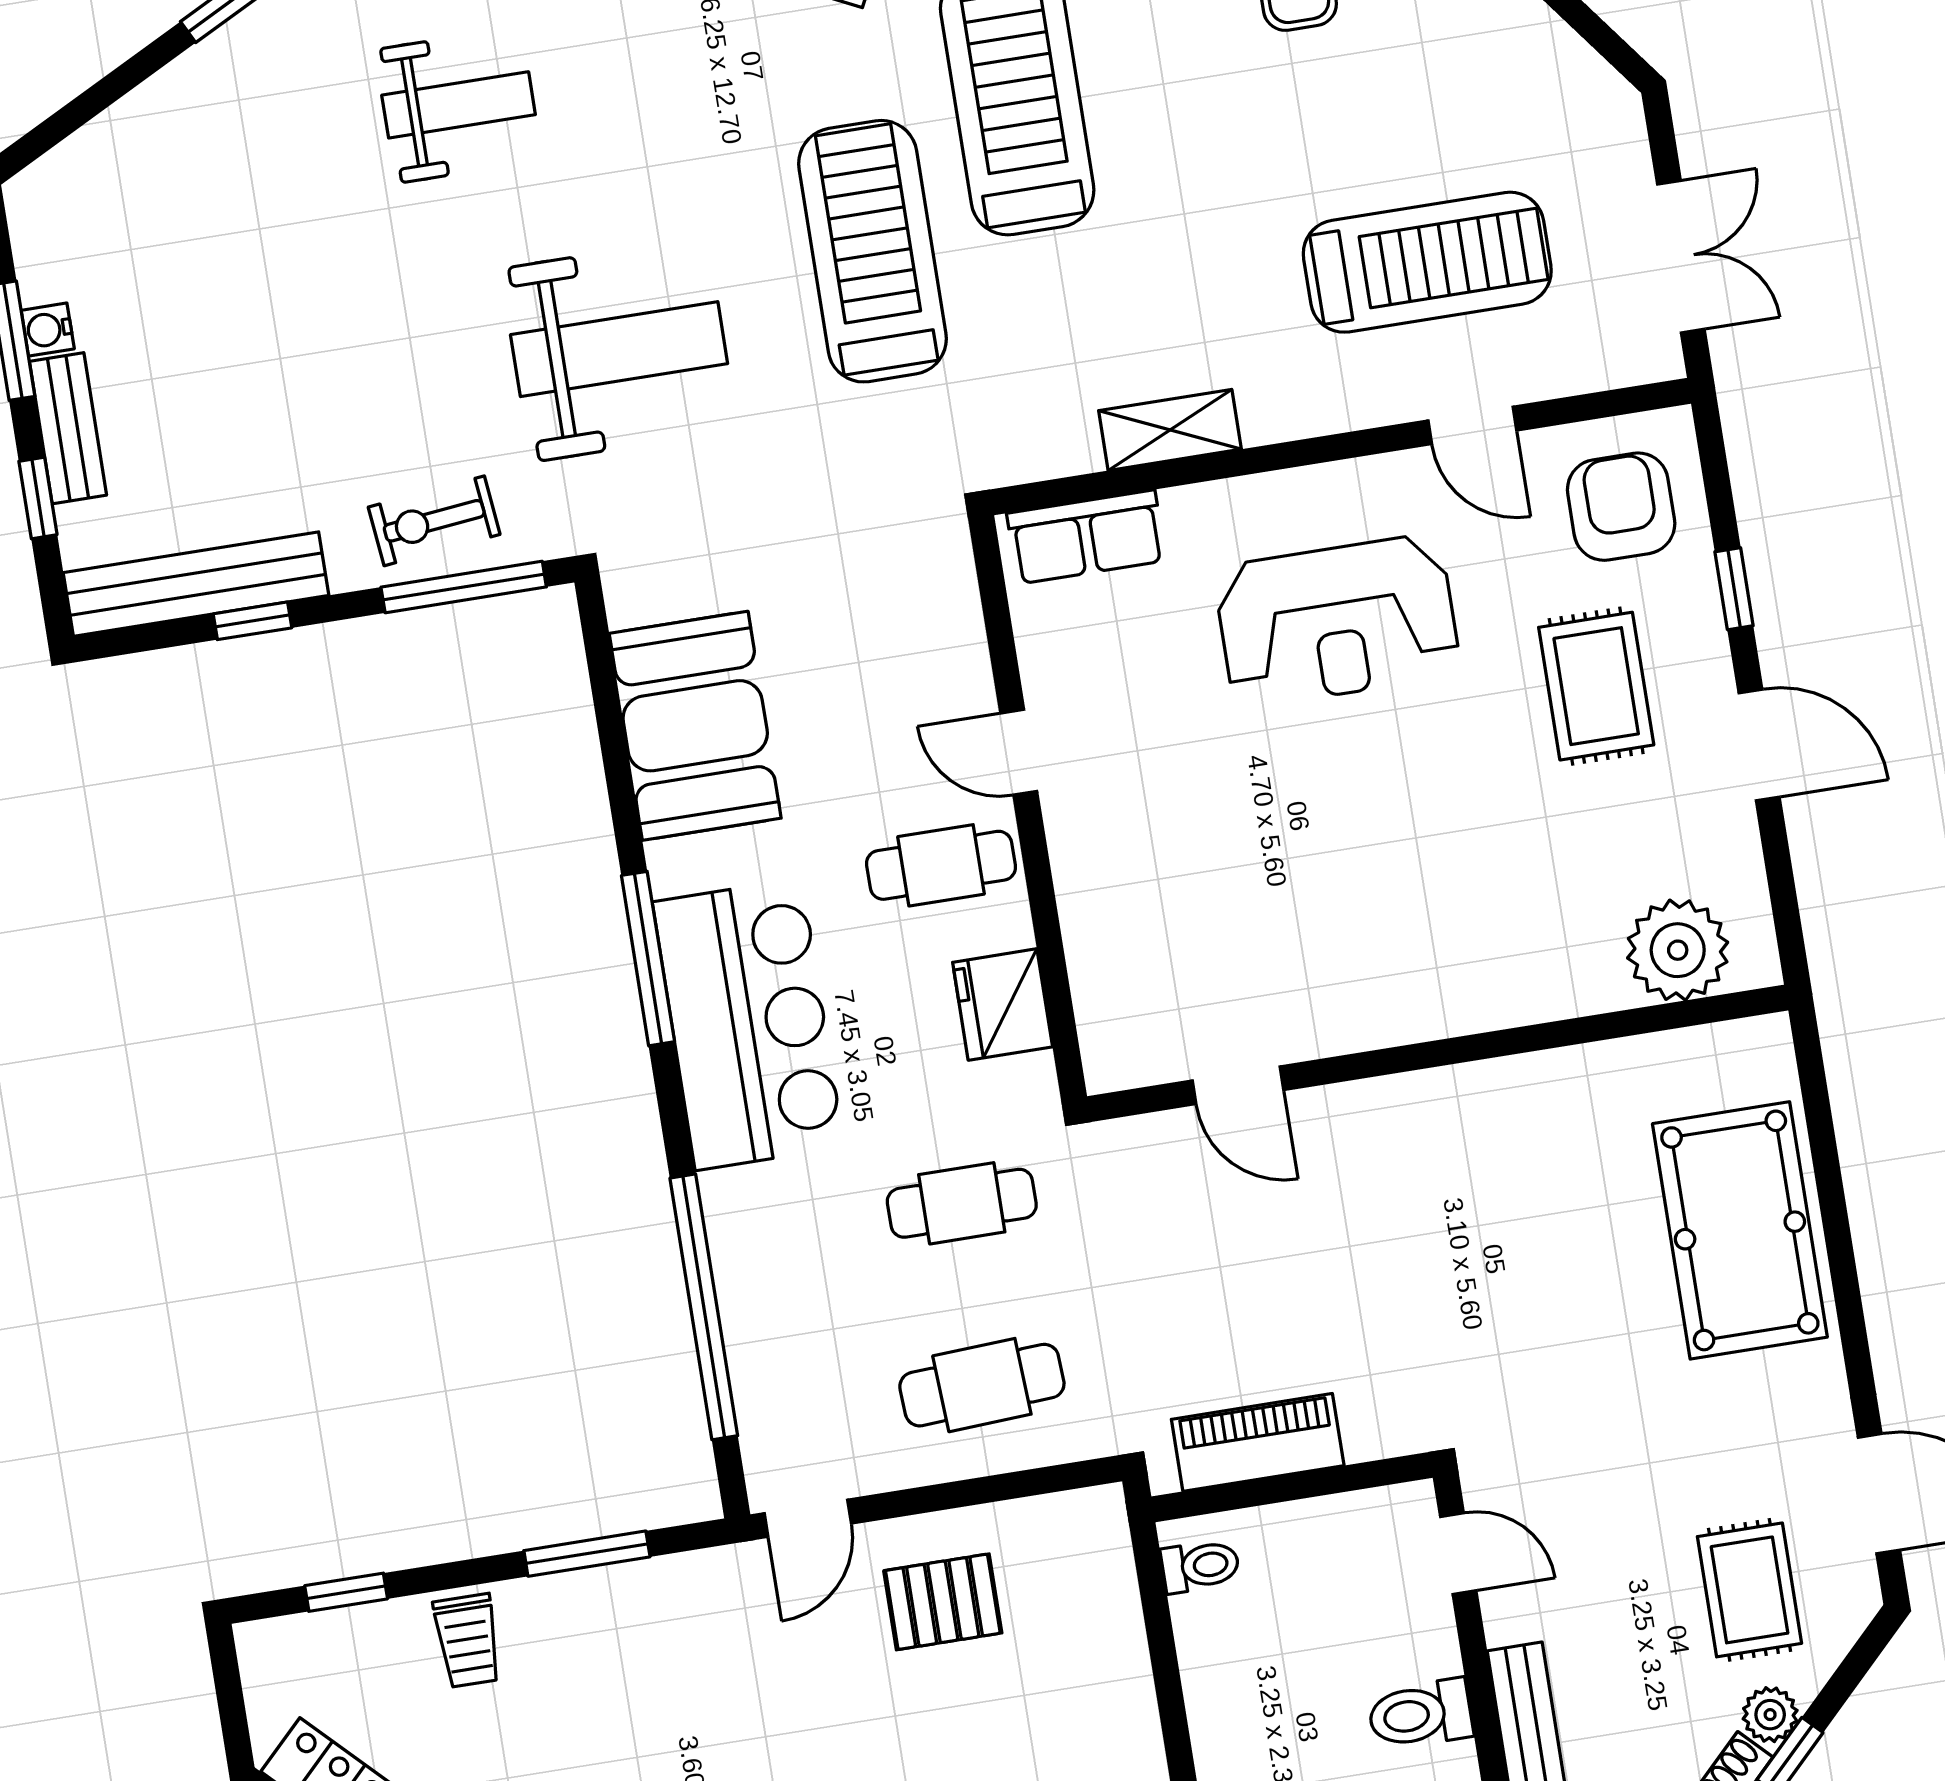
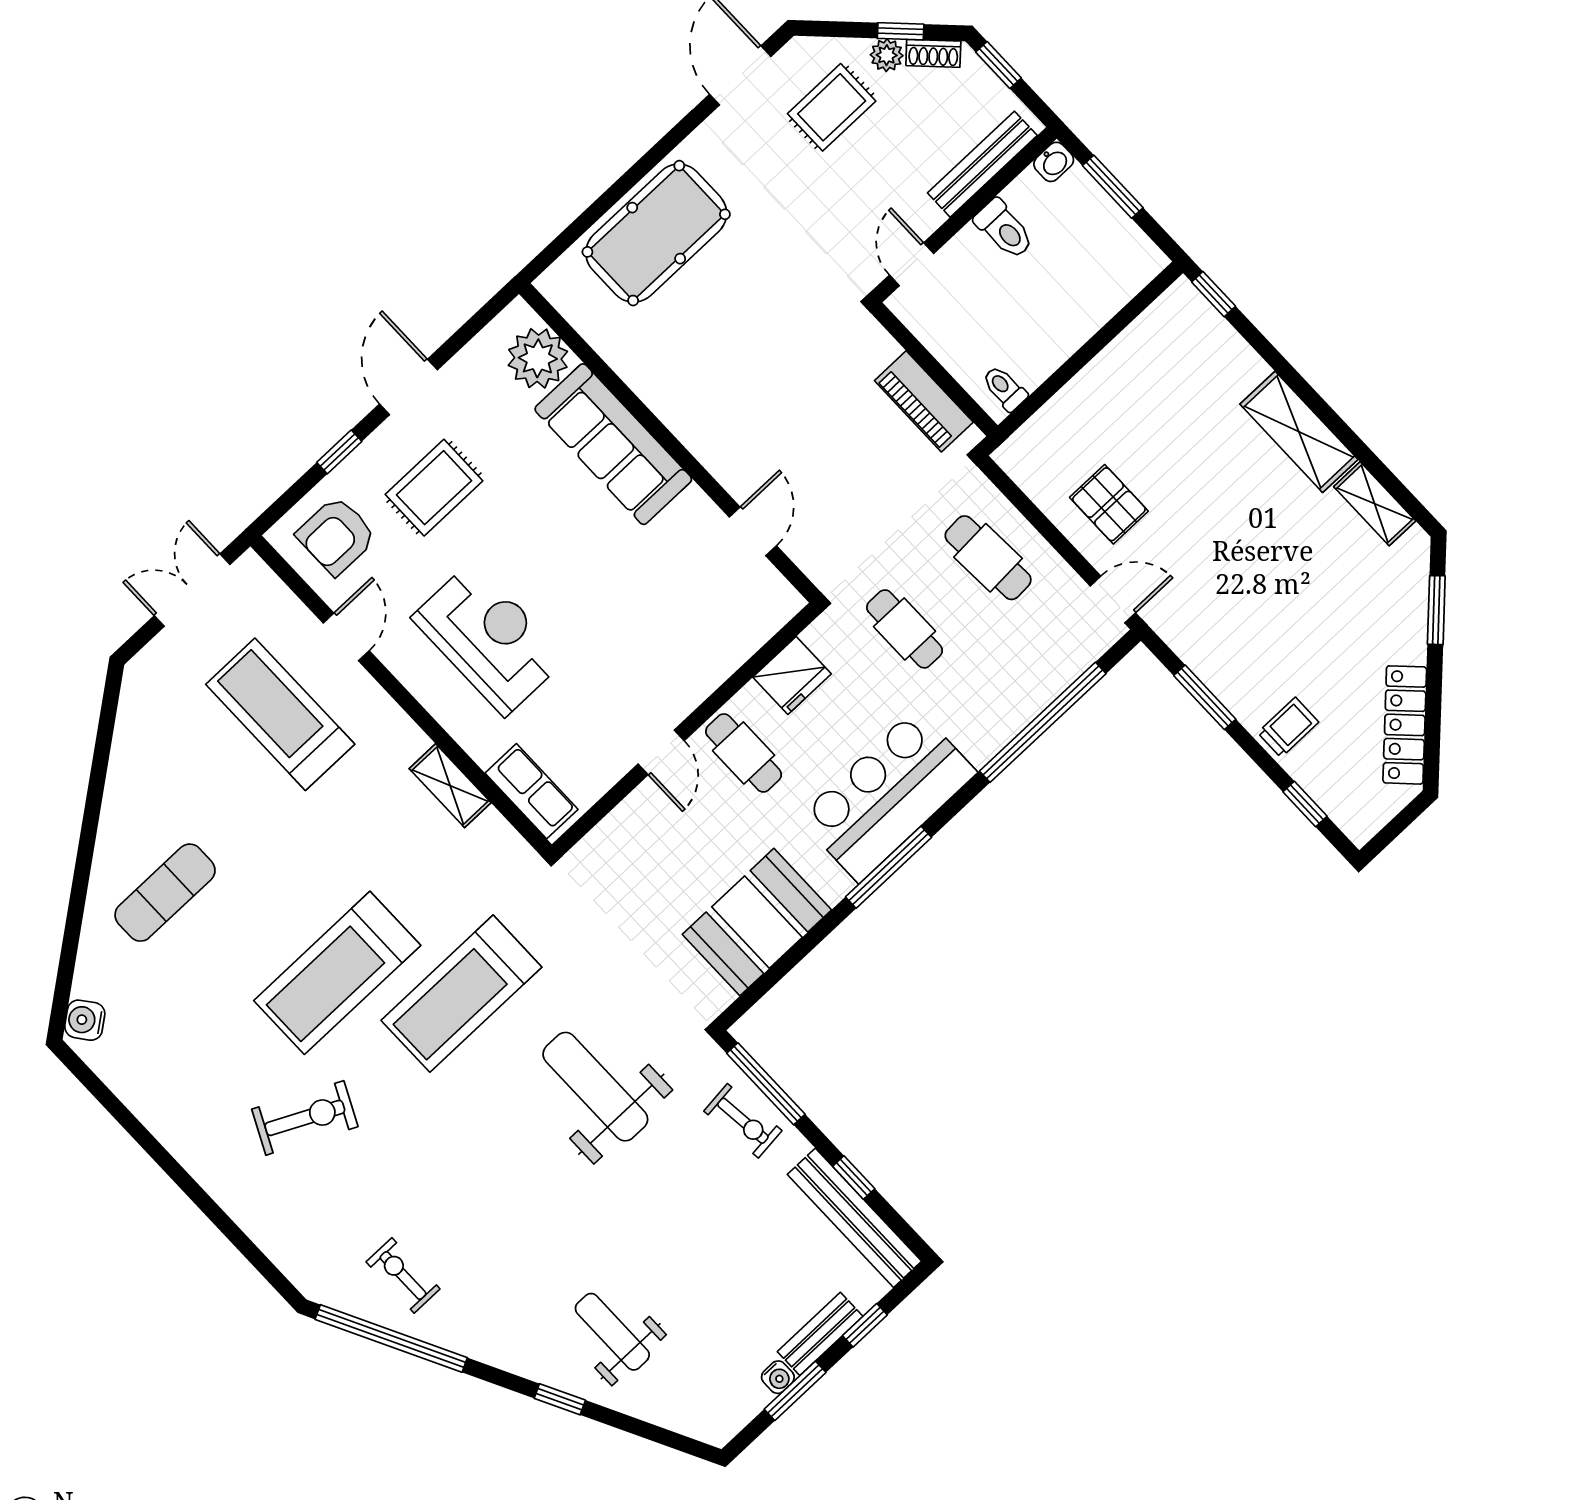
weight bench: (459, 105) -> (612, 1332), moved
sofa: (1489, 974) -> (613, 444), added

